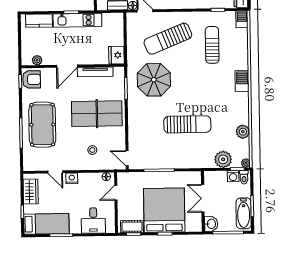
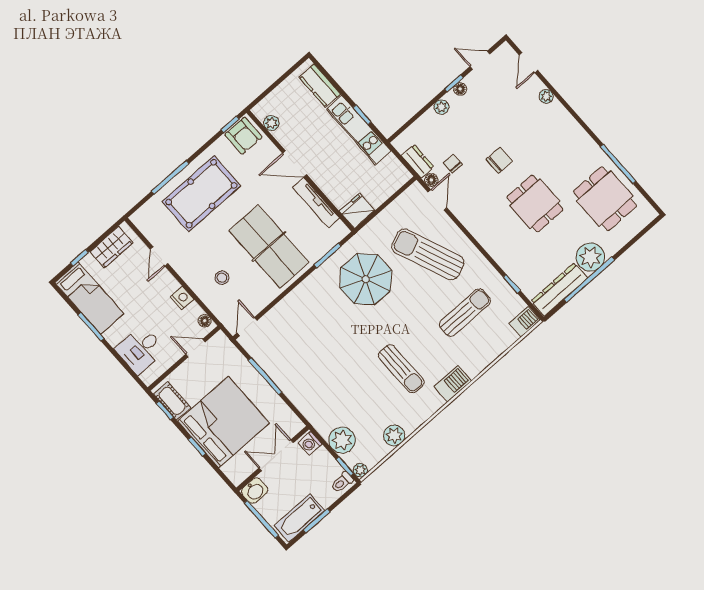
sun lounger: (187, 124) -> (401, 369), moved, width x0.73, depth x0.75
washing machine: (233, 176) -> (310, 443), moved
nightstand: (72, 178) -> (182, 298), moved

